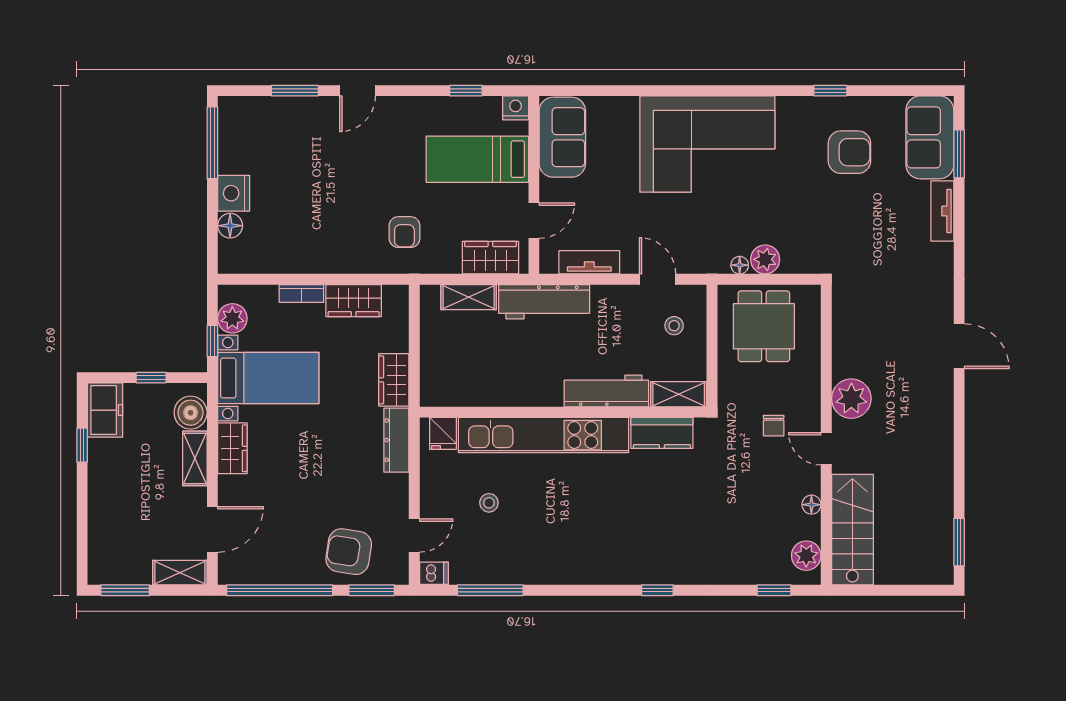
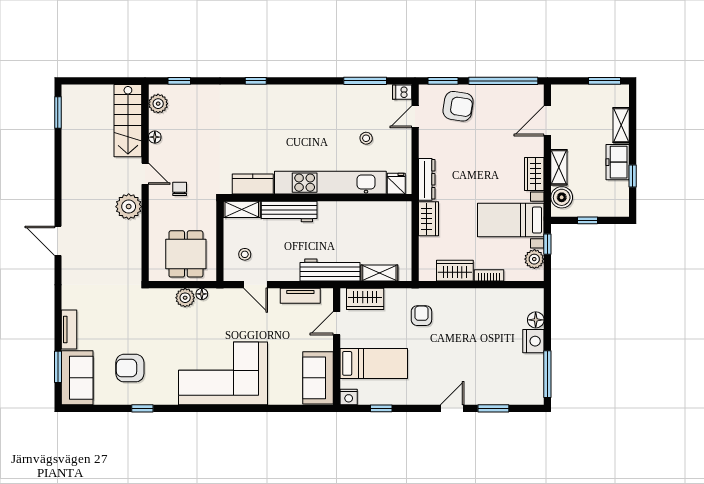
freezer: (105, 410) -> (618, 162), moved
shelving: (180, 573) -> (621, 125), moved, turned 90

